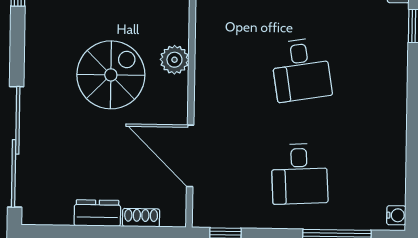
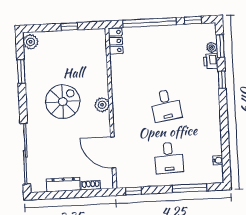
spiral stairs: (111, 75) -> (63, 102), moved
dresser: (97, 213) -> (63, 185), width x1.44
water cooler: (396, 215) -> (218, 160), moved

